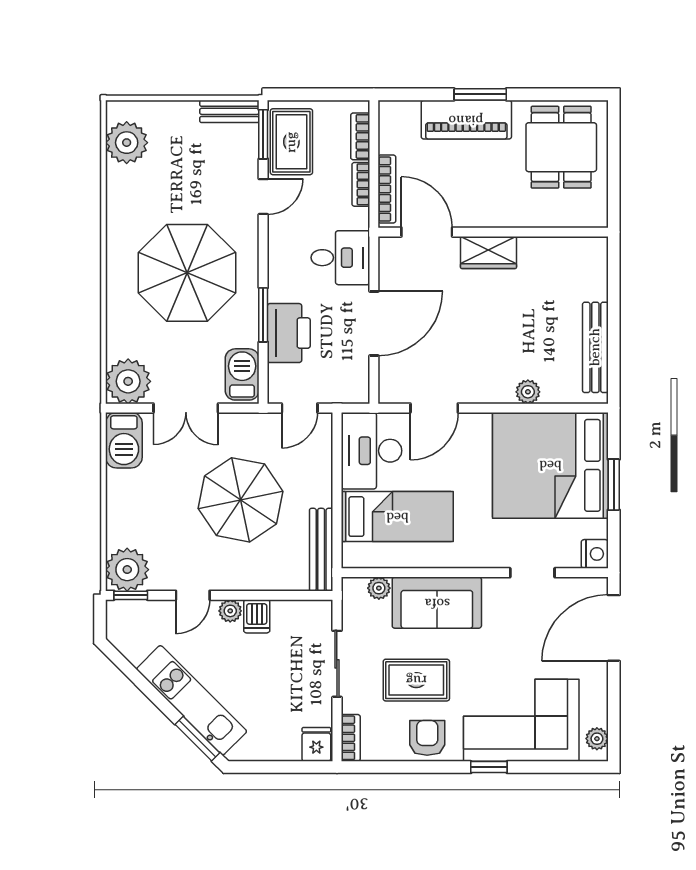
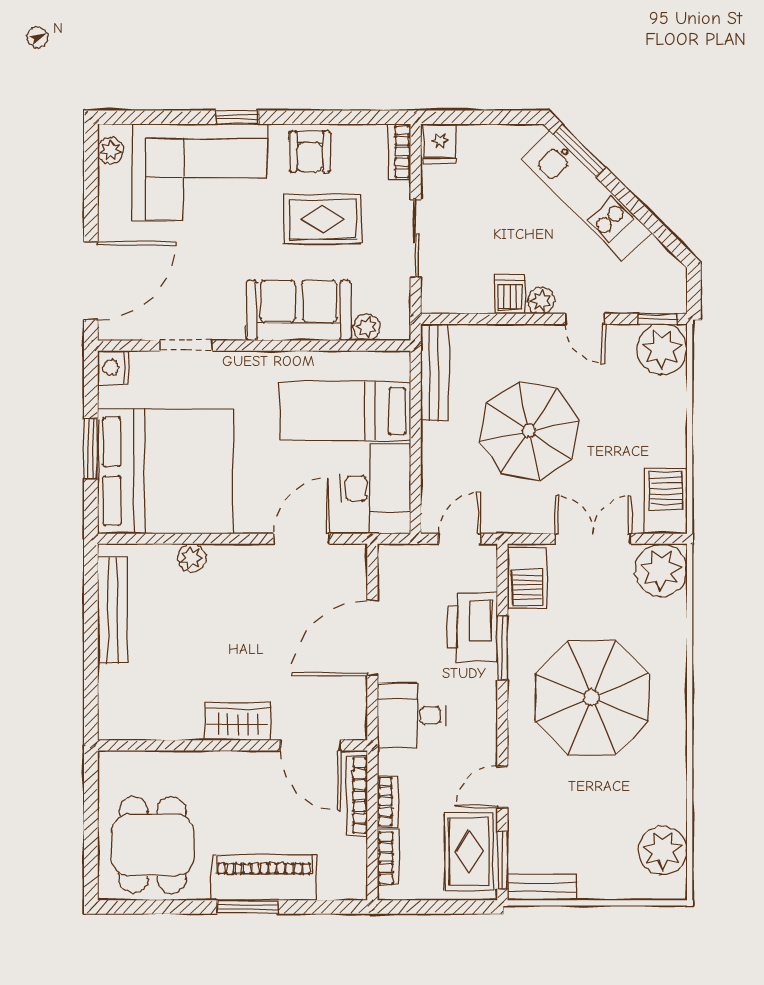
door: (193, 595) -> (585, 319), swing flipped

